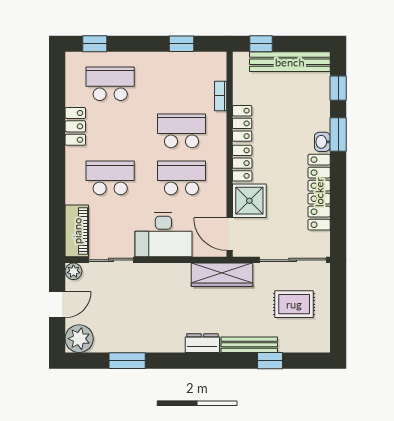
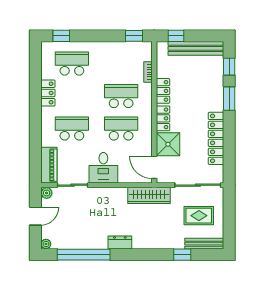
window: (181, 44) -> (134, 36), moved
washbasin: (322, 142) -> (218, 104), removed
desk: (163, 235) -> (103, 168), width x0.73
plant: (79, 339) -> (46, 244), width x0.53, depth x0.53
dresser: (202, 343) -> (120, 243), moved
bench: (249, 345) -> (204, 244), moved
window: (127, 361) -> (84, 255), width x2.11

